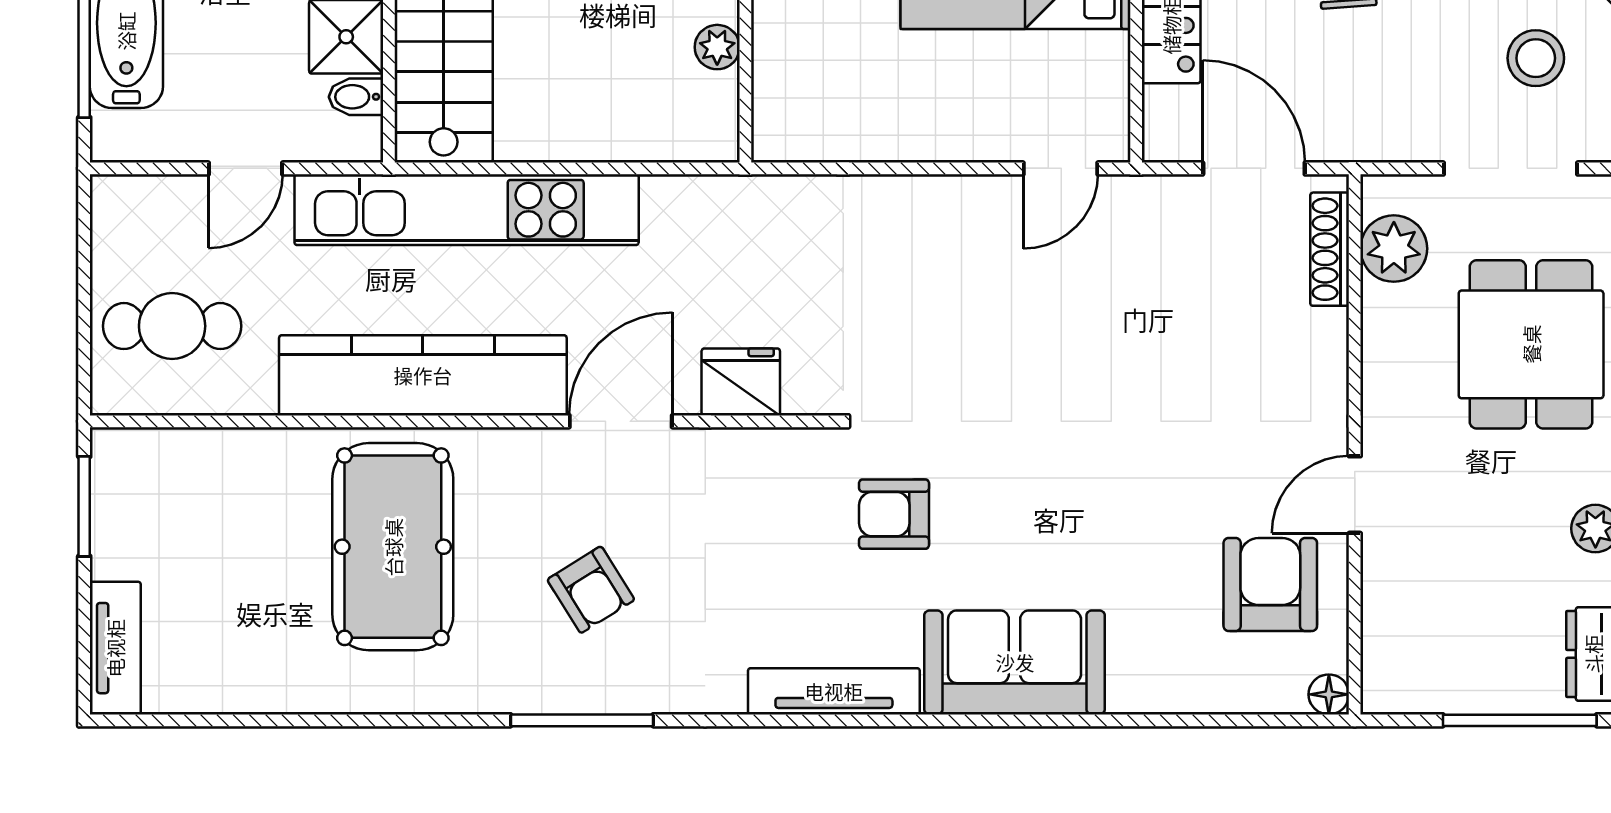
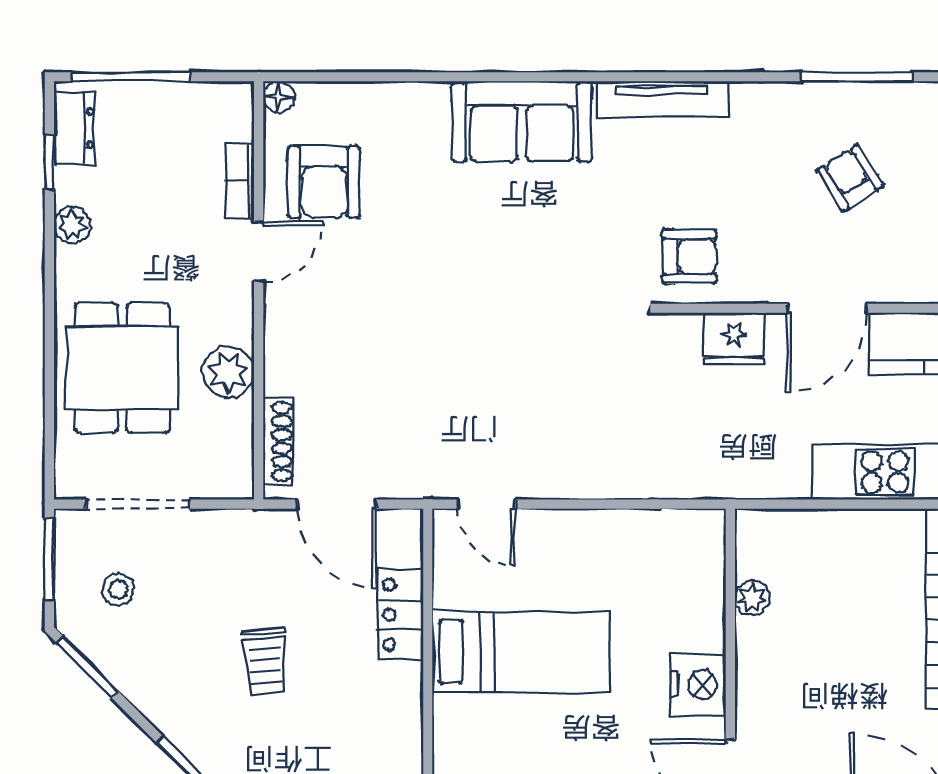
stool: (1536, 58) -> (118, 589), width x0.73, depth x0.73
door: (1061, 168) -> (486, 504), swing flipped
plant: (1394, 249) -> (228, 372), moved
armchair: (894, 514) -> (689, 256), moved
bookcase: (1380, 586) -> (239, 181), added

